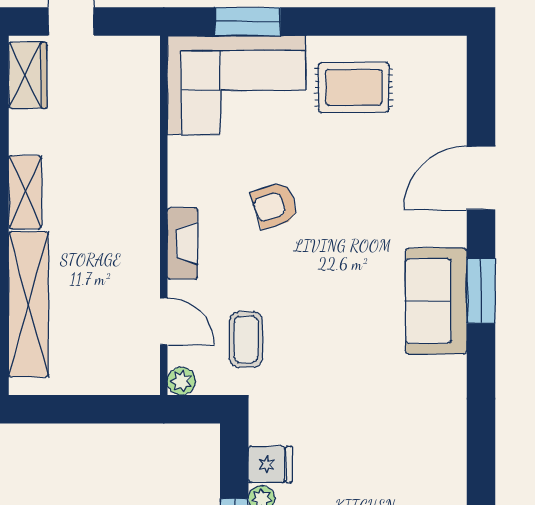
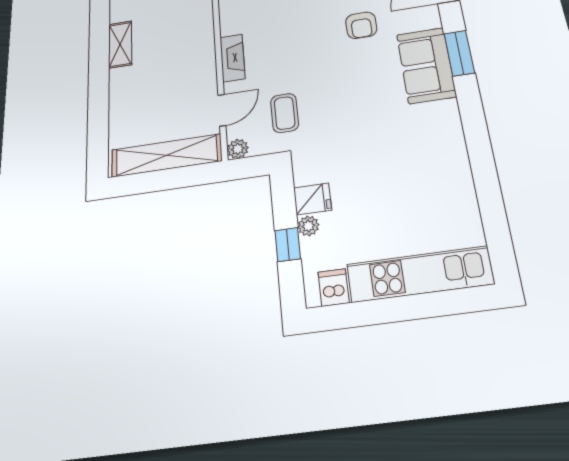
armchair: (275, 205) -> (361, 25), moved, turned -72
shelving: (29, 304) -> (167, 155), moved, turned 90
door: (164, 321) -> (222, 110), hinge flipped

